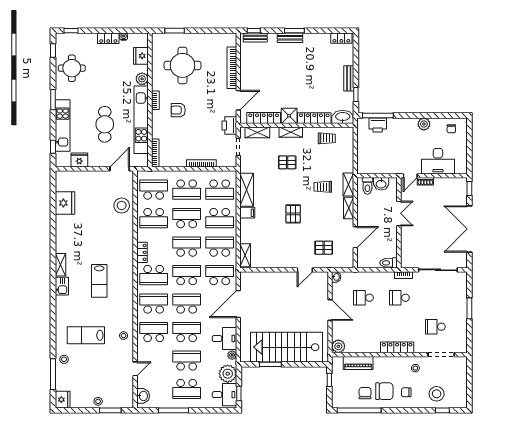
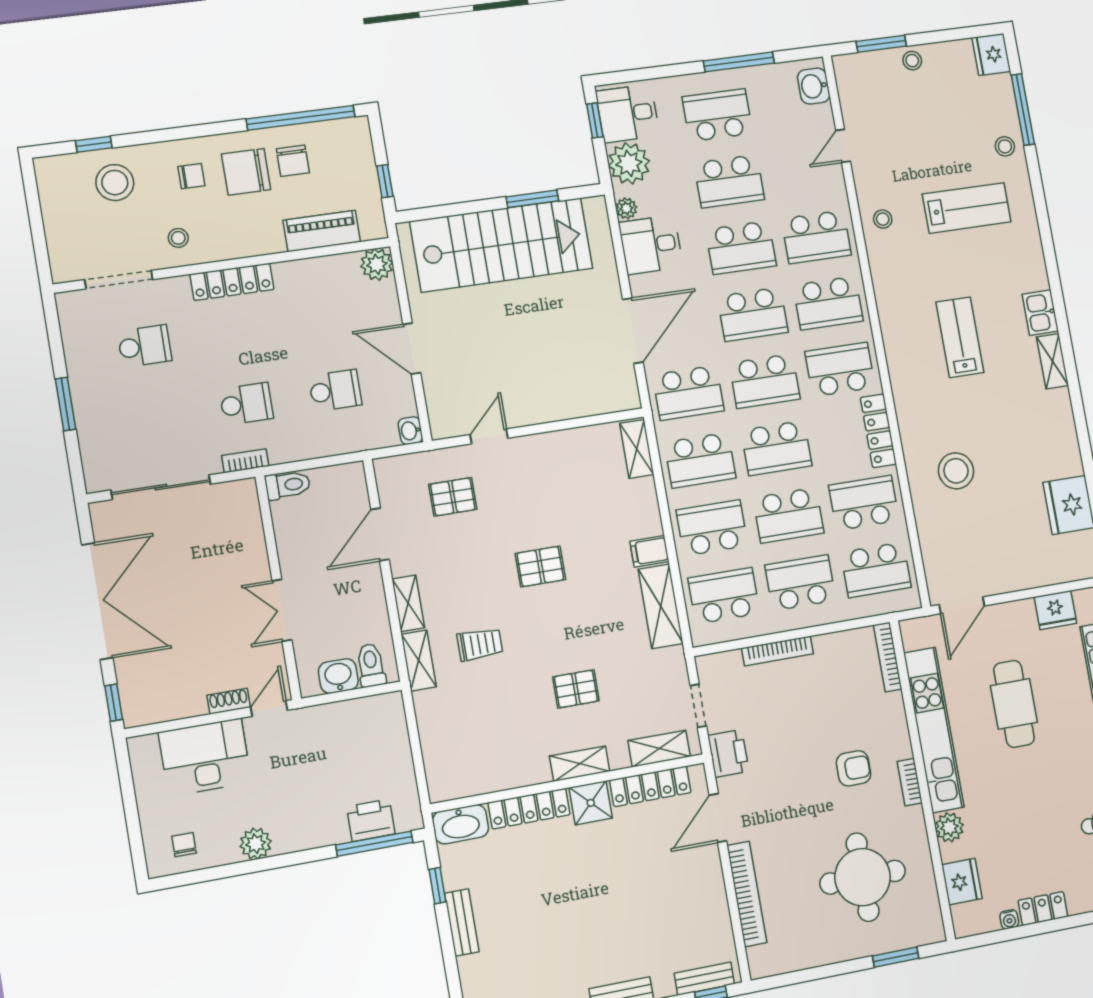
trolley: (327, 138) -> (490, 764), removed
stool: (122, 205) -> (956, 471), moved
pallet: (293, 214) -> (540, 566), turned 90
locker: (142, 252) -> (878, 431), width x1.53

